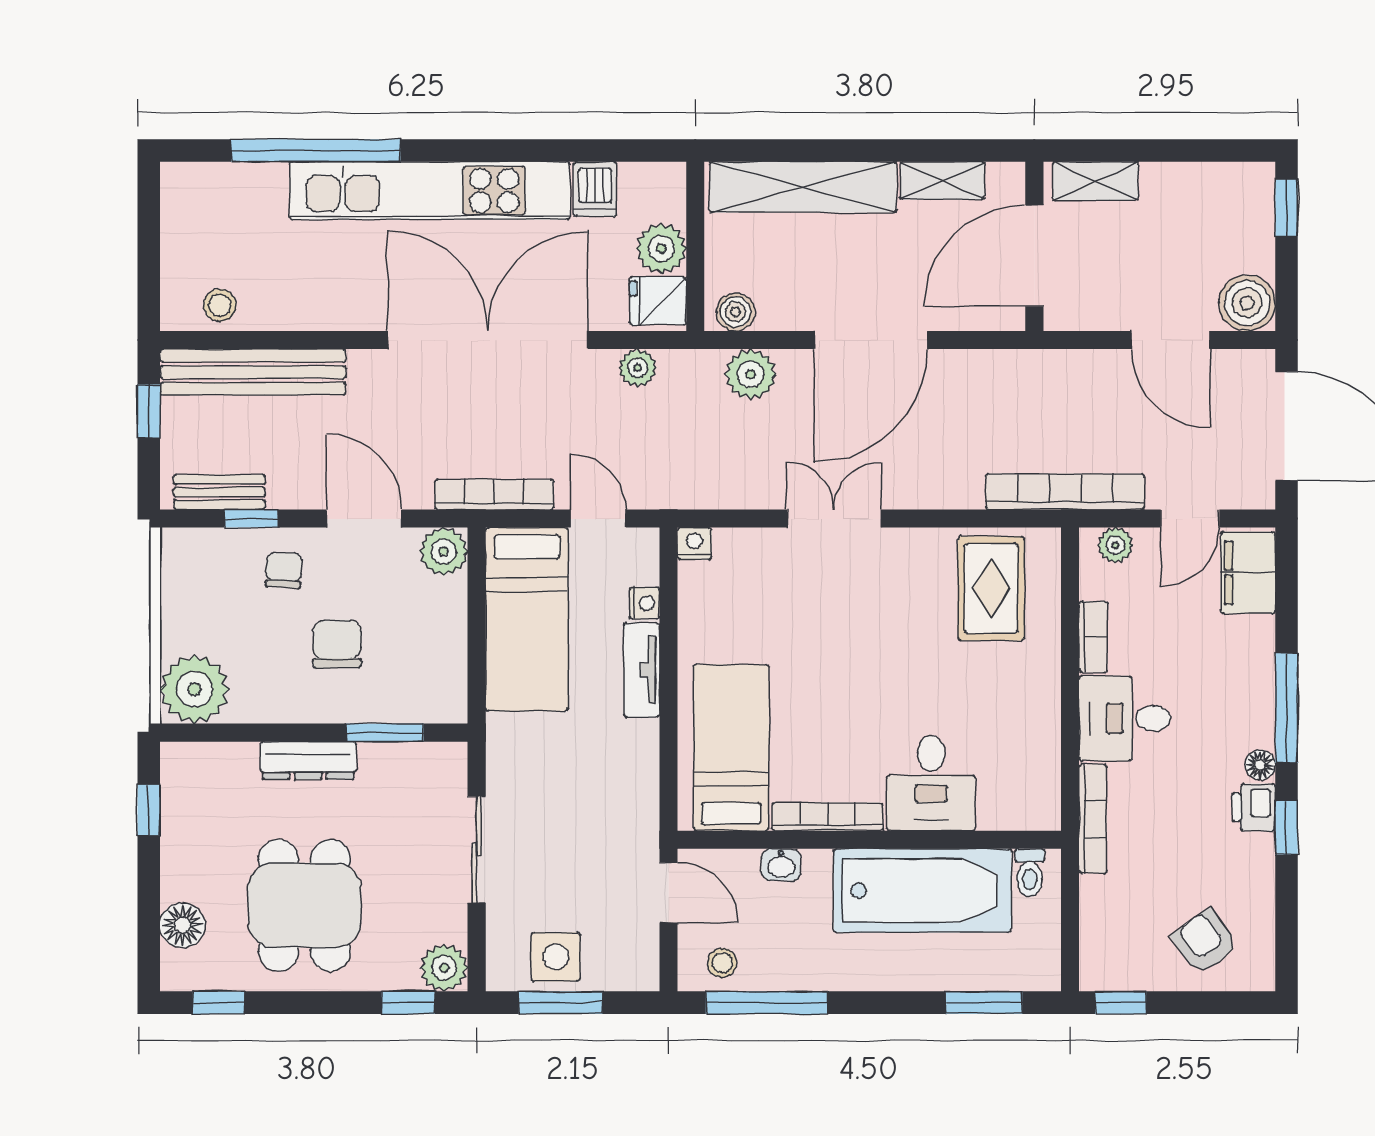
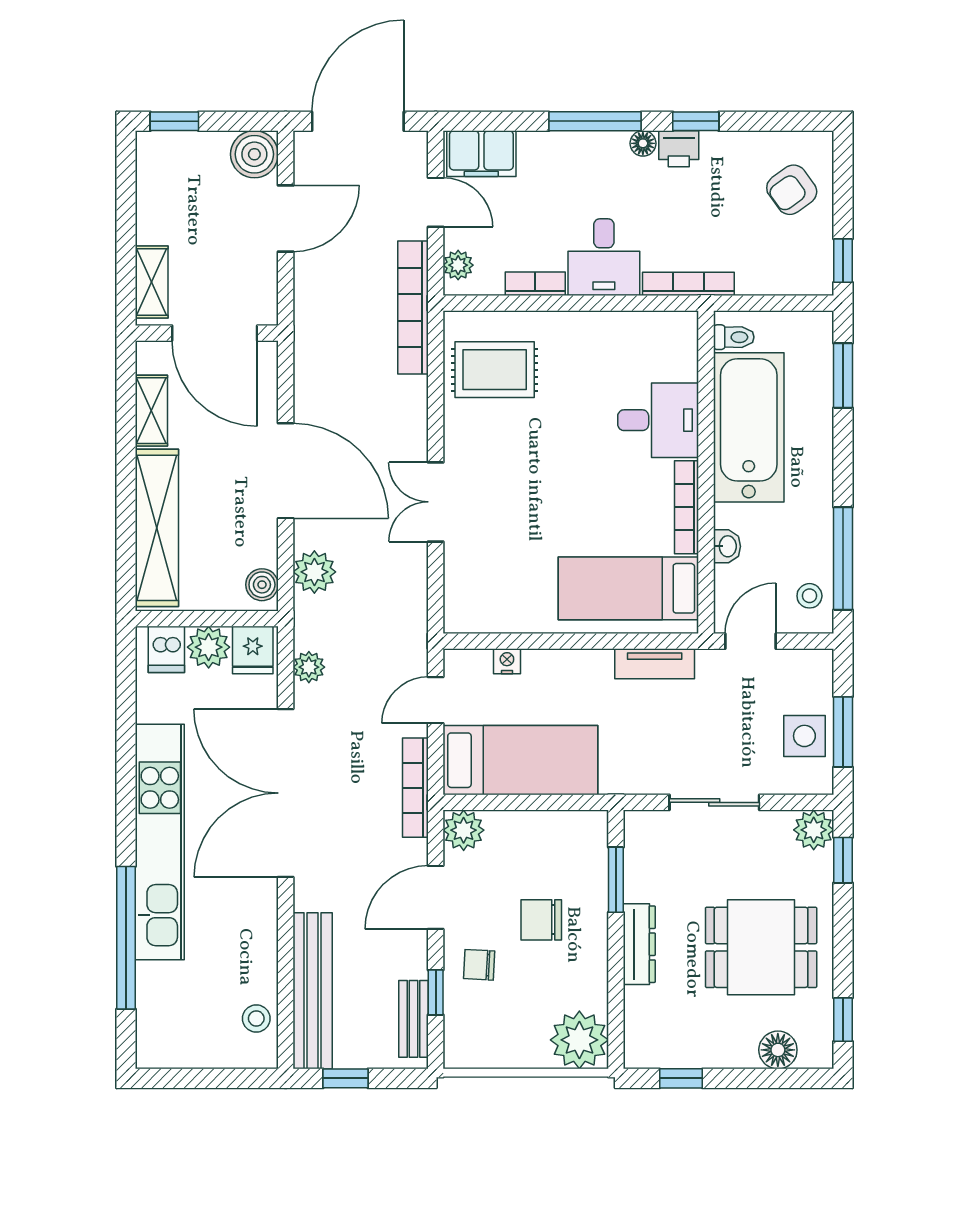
dishwasher: (595, 189) -> (166, 649), moved, turned 90
nightstand: (694, 544) -> (457, 619), removed
tv unit: (642, 670) -> (655, 664), moved

